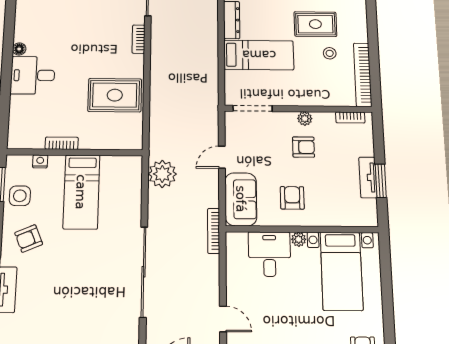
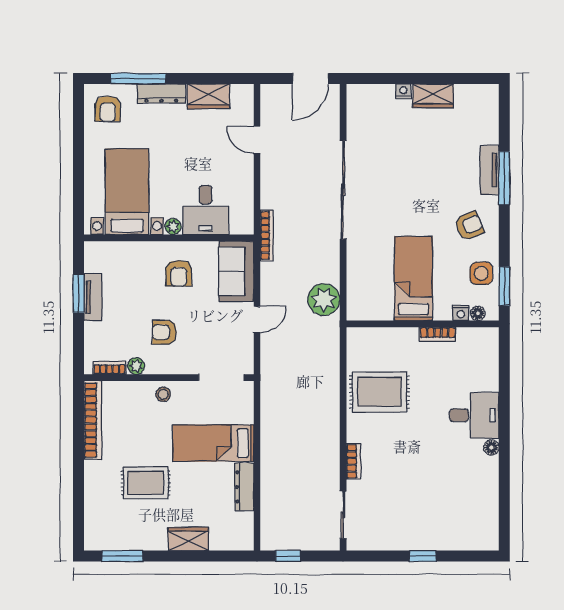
stool: (330, 53) -> (163, 394), moved
plant: (305, 119) -> (136, 366), moved
floor lamp: (25, 161) -> (478, 313), added

